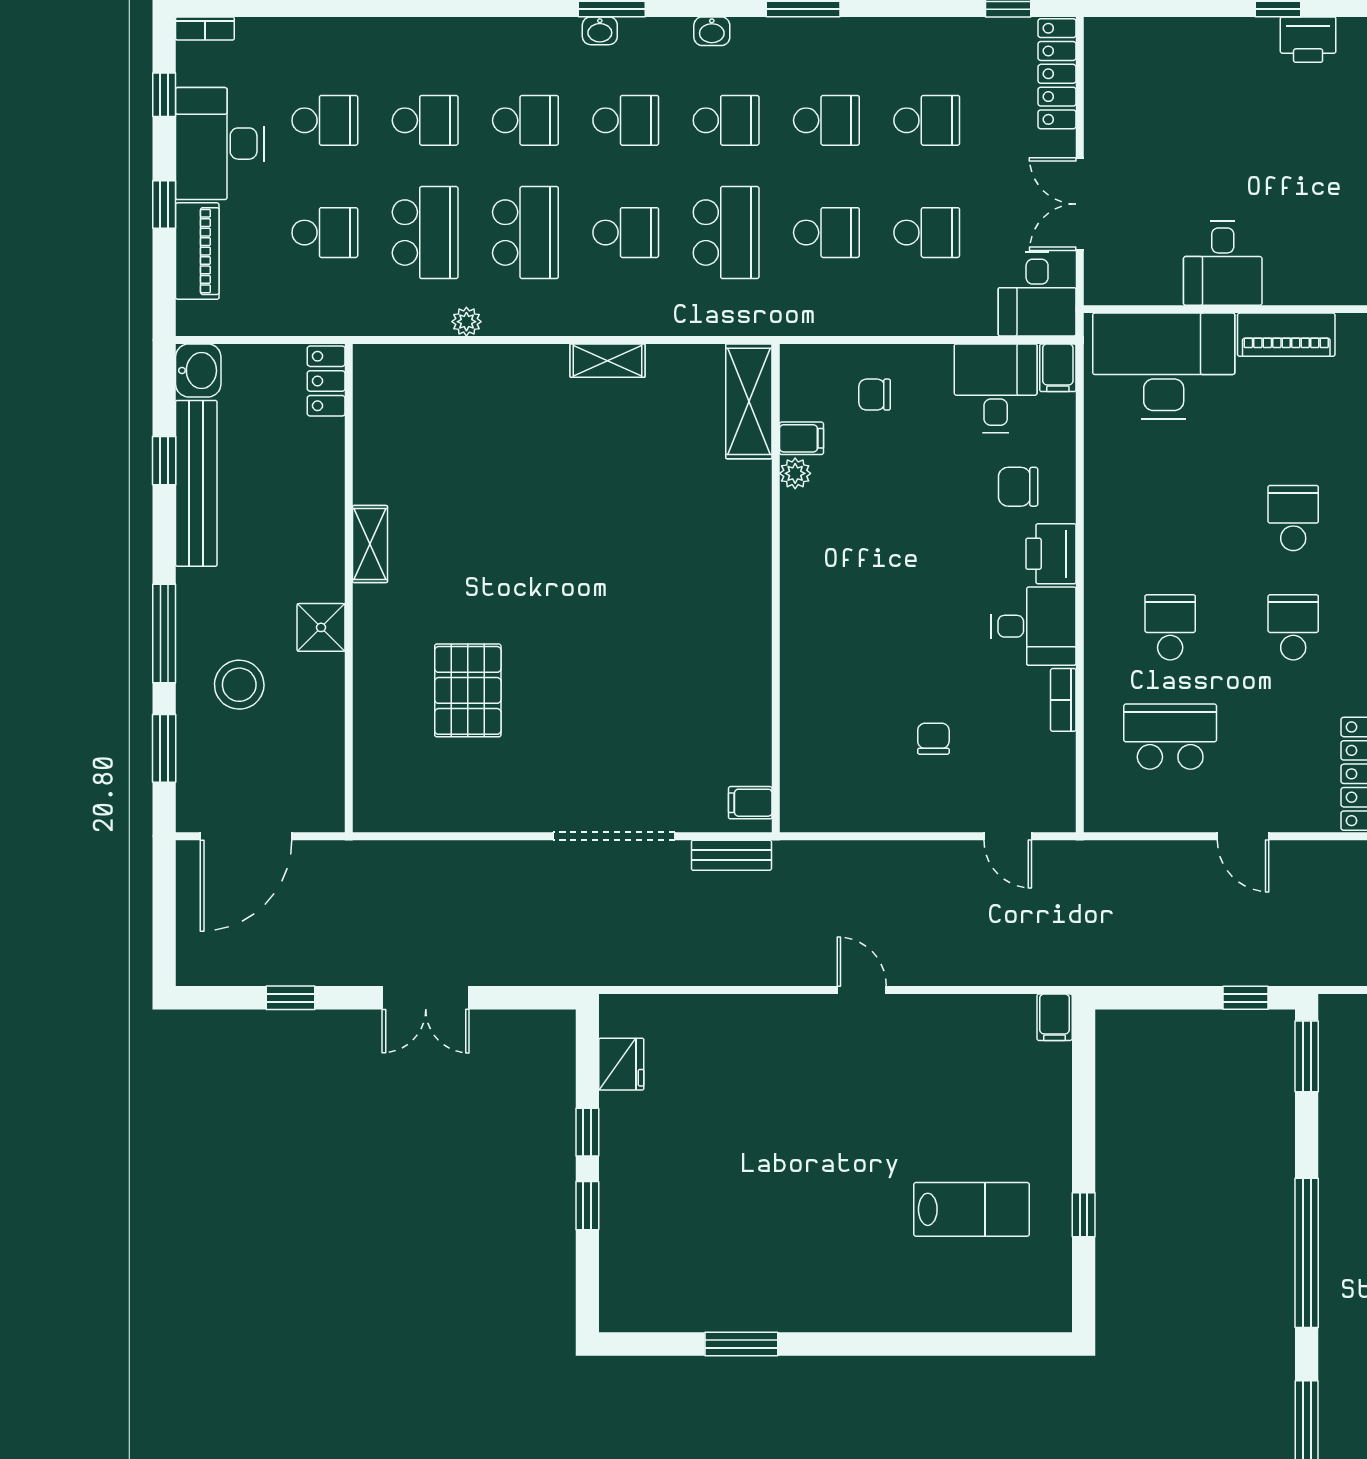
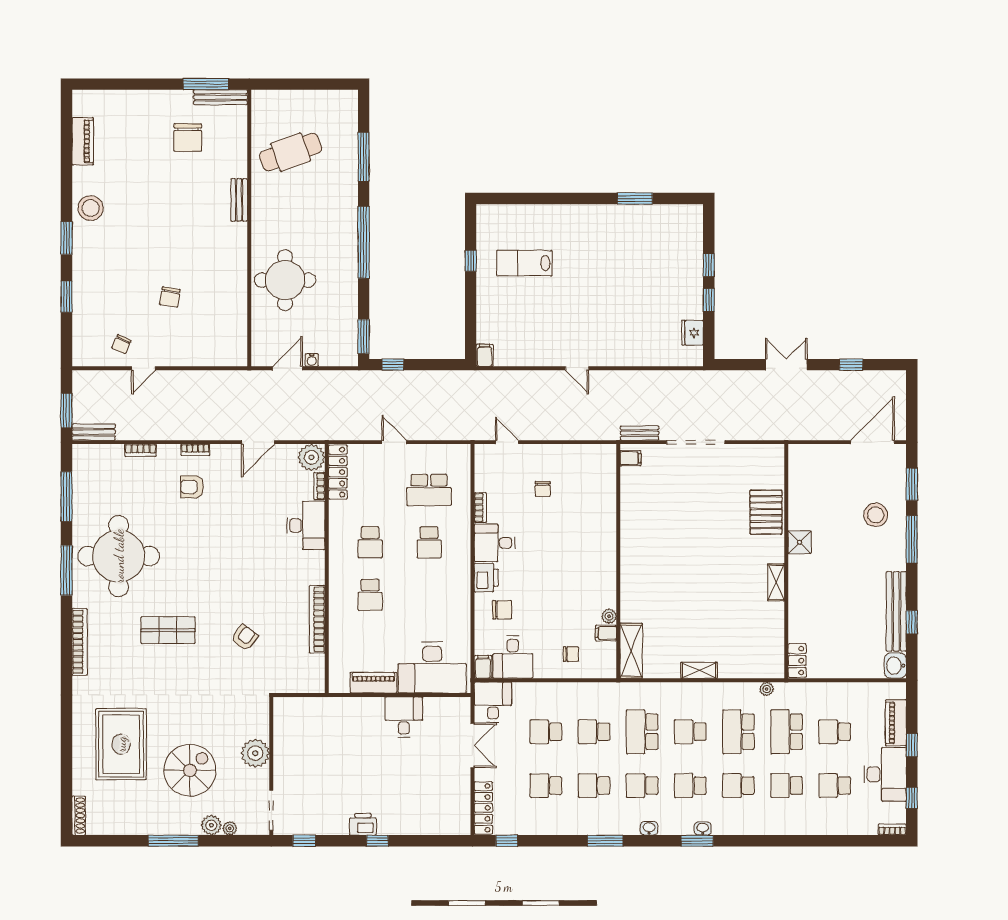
locker: (326, 381) -> (797, 661), moved
shelving: (370, 544) -> (776, 582), moved
wall: (349, 588) -> (786, 561), moved
shower: (321, 627) -> (800, 542), moved

